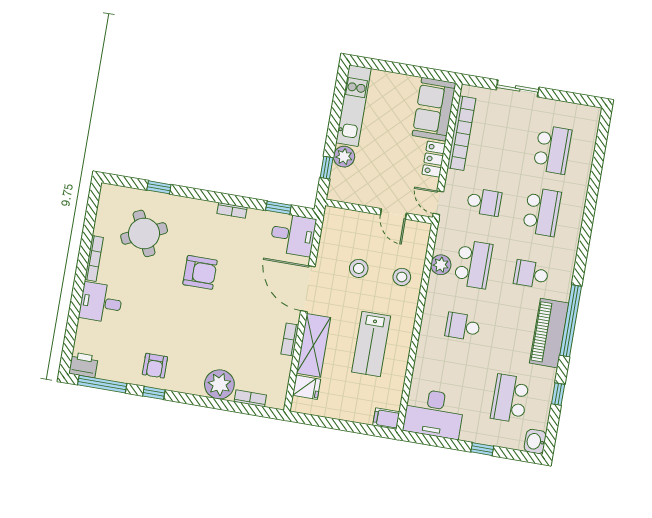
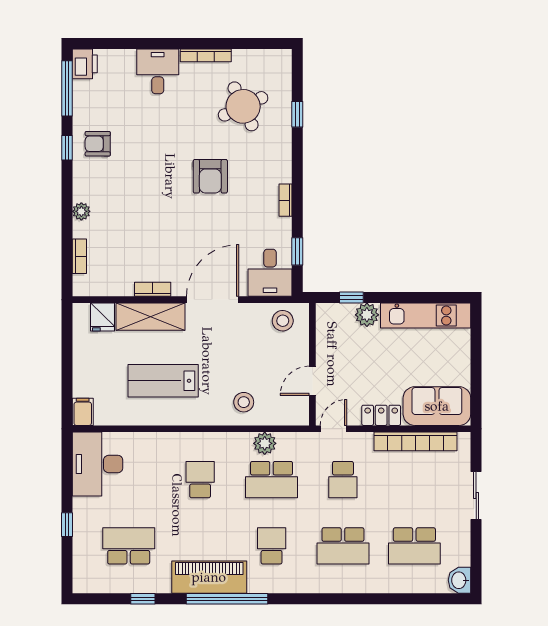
stool: (359, 268) -> (283, 321), moved
plant: (219, 384) -> (81, 211), width x0.53, depth x0.53
washbasin: (535, 441) -> (459, 580), moved, turned -90

